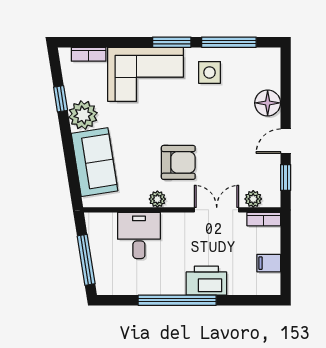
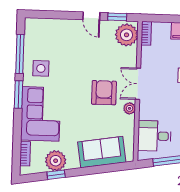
floor lamp: (268, 103) -> (64, 28), removed
plant: (83, 115) -> (56, 161), moved
plant: (253, 199) -> (127, 35), width x1.88, depth x1.88
double door: (217, 210) -> (138, 84), moved
desk: (139, 235) -> (154, 136), moved

